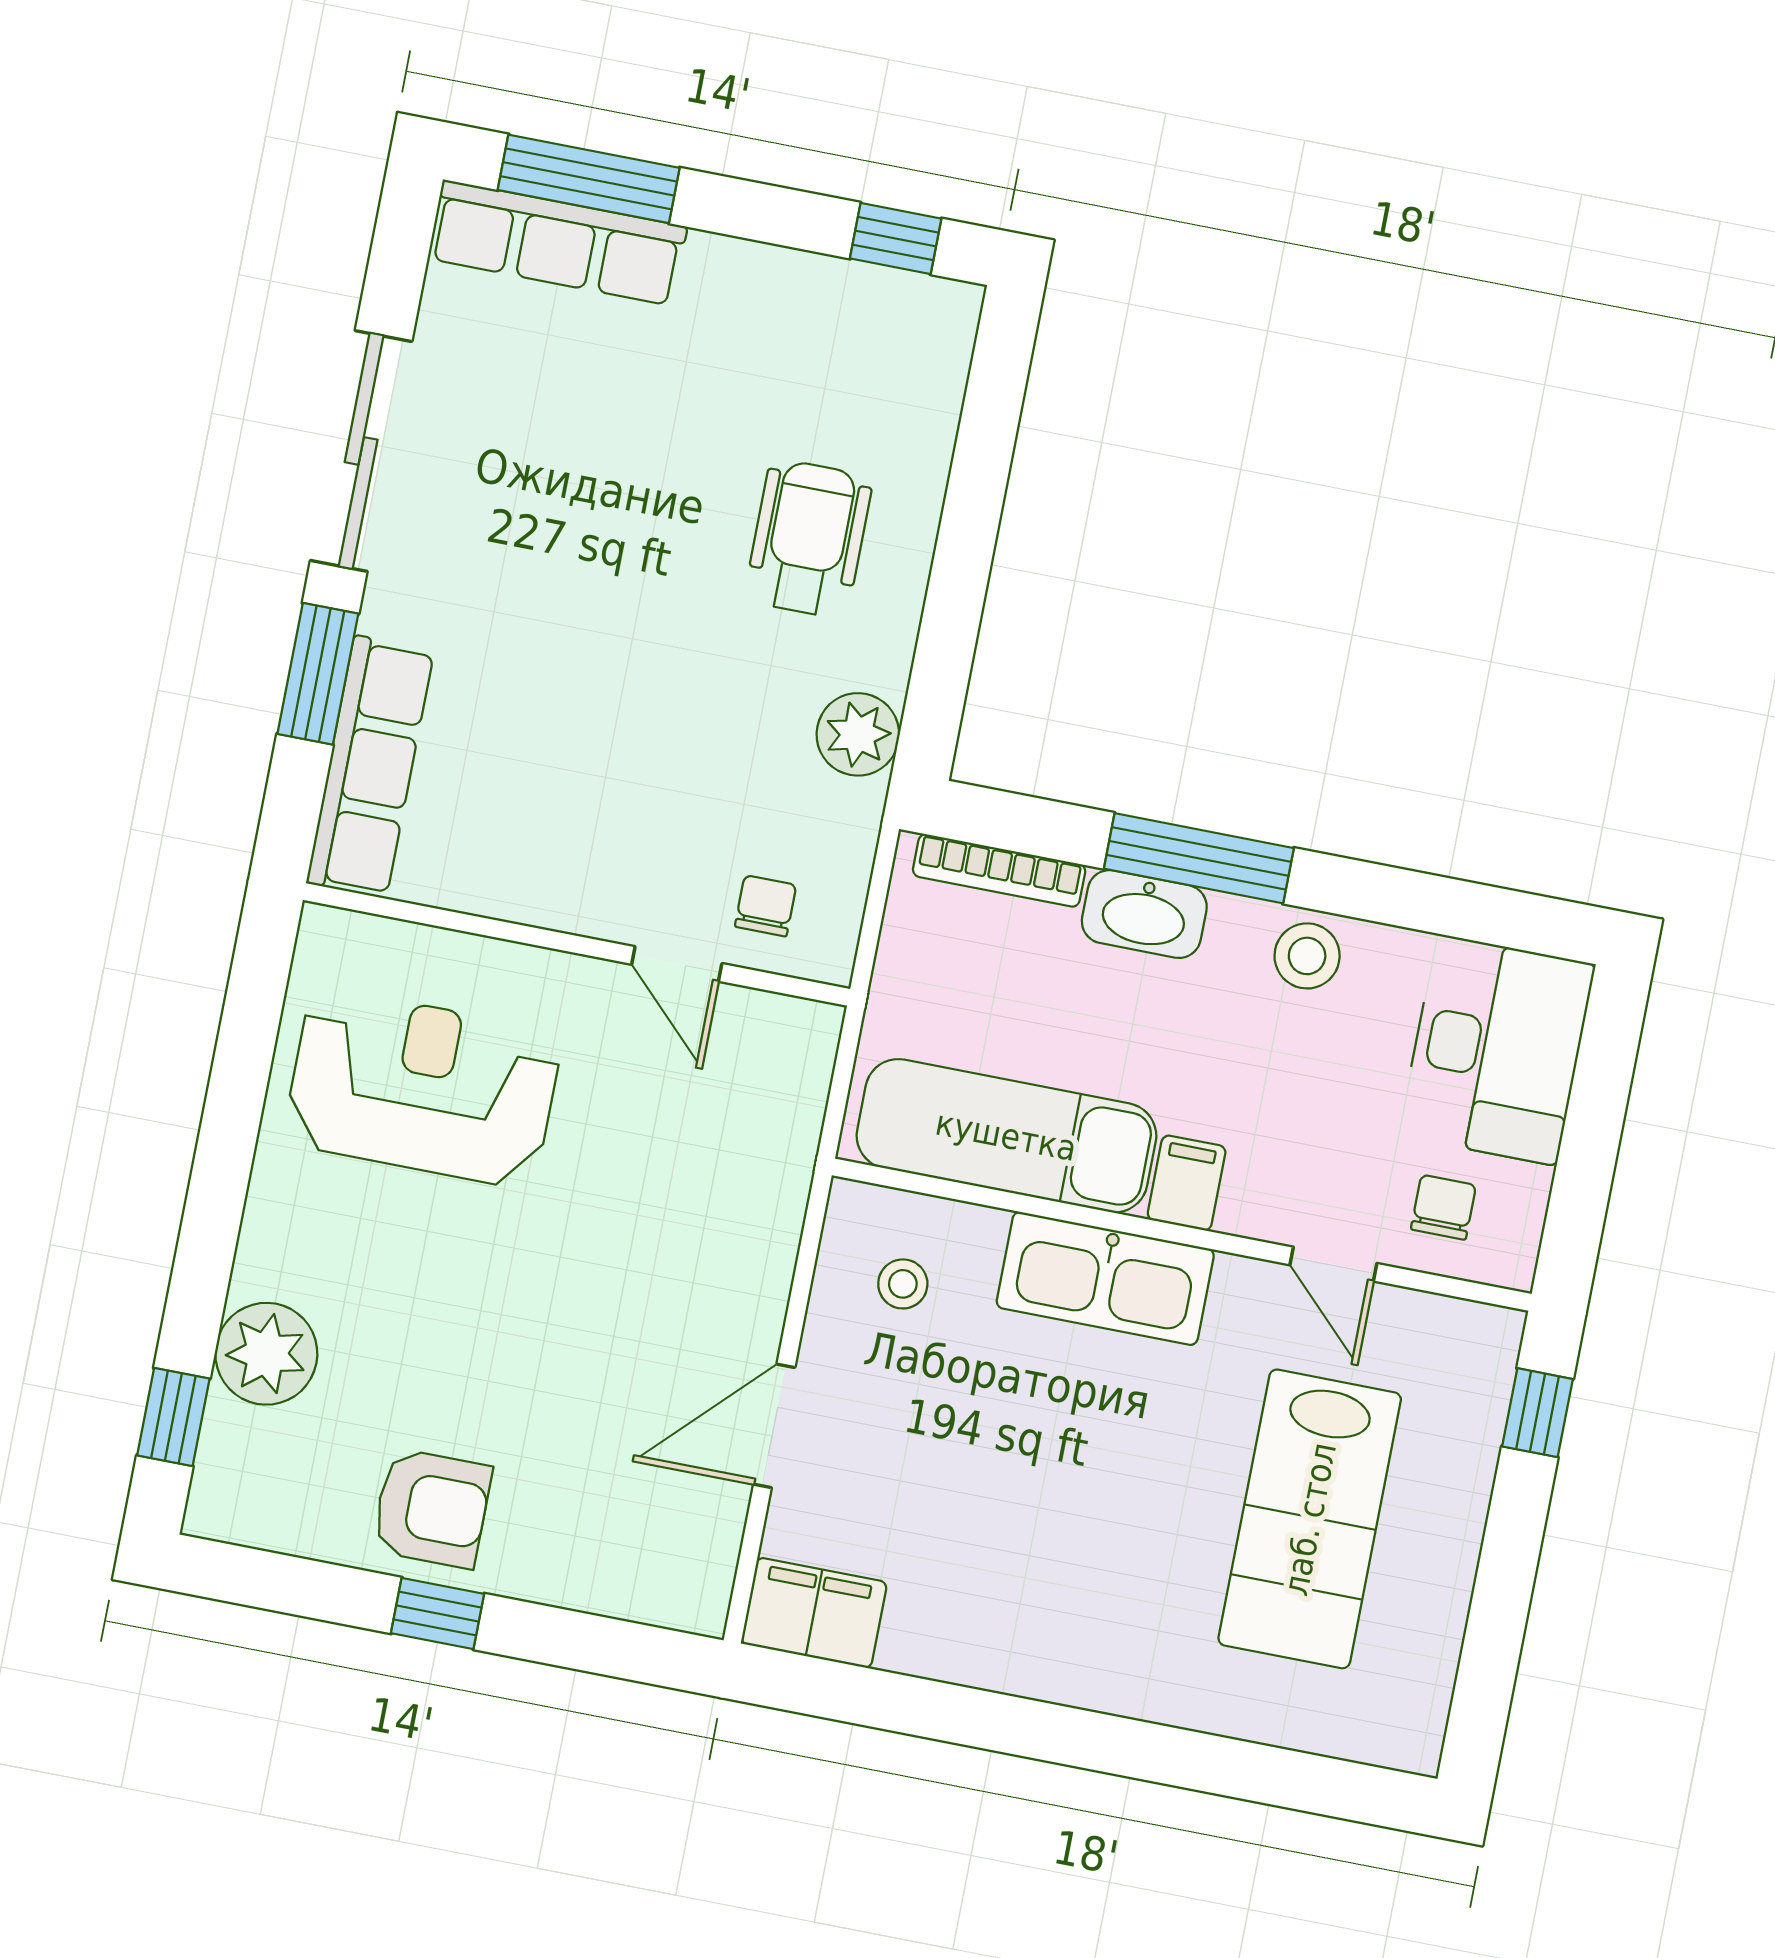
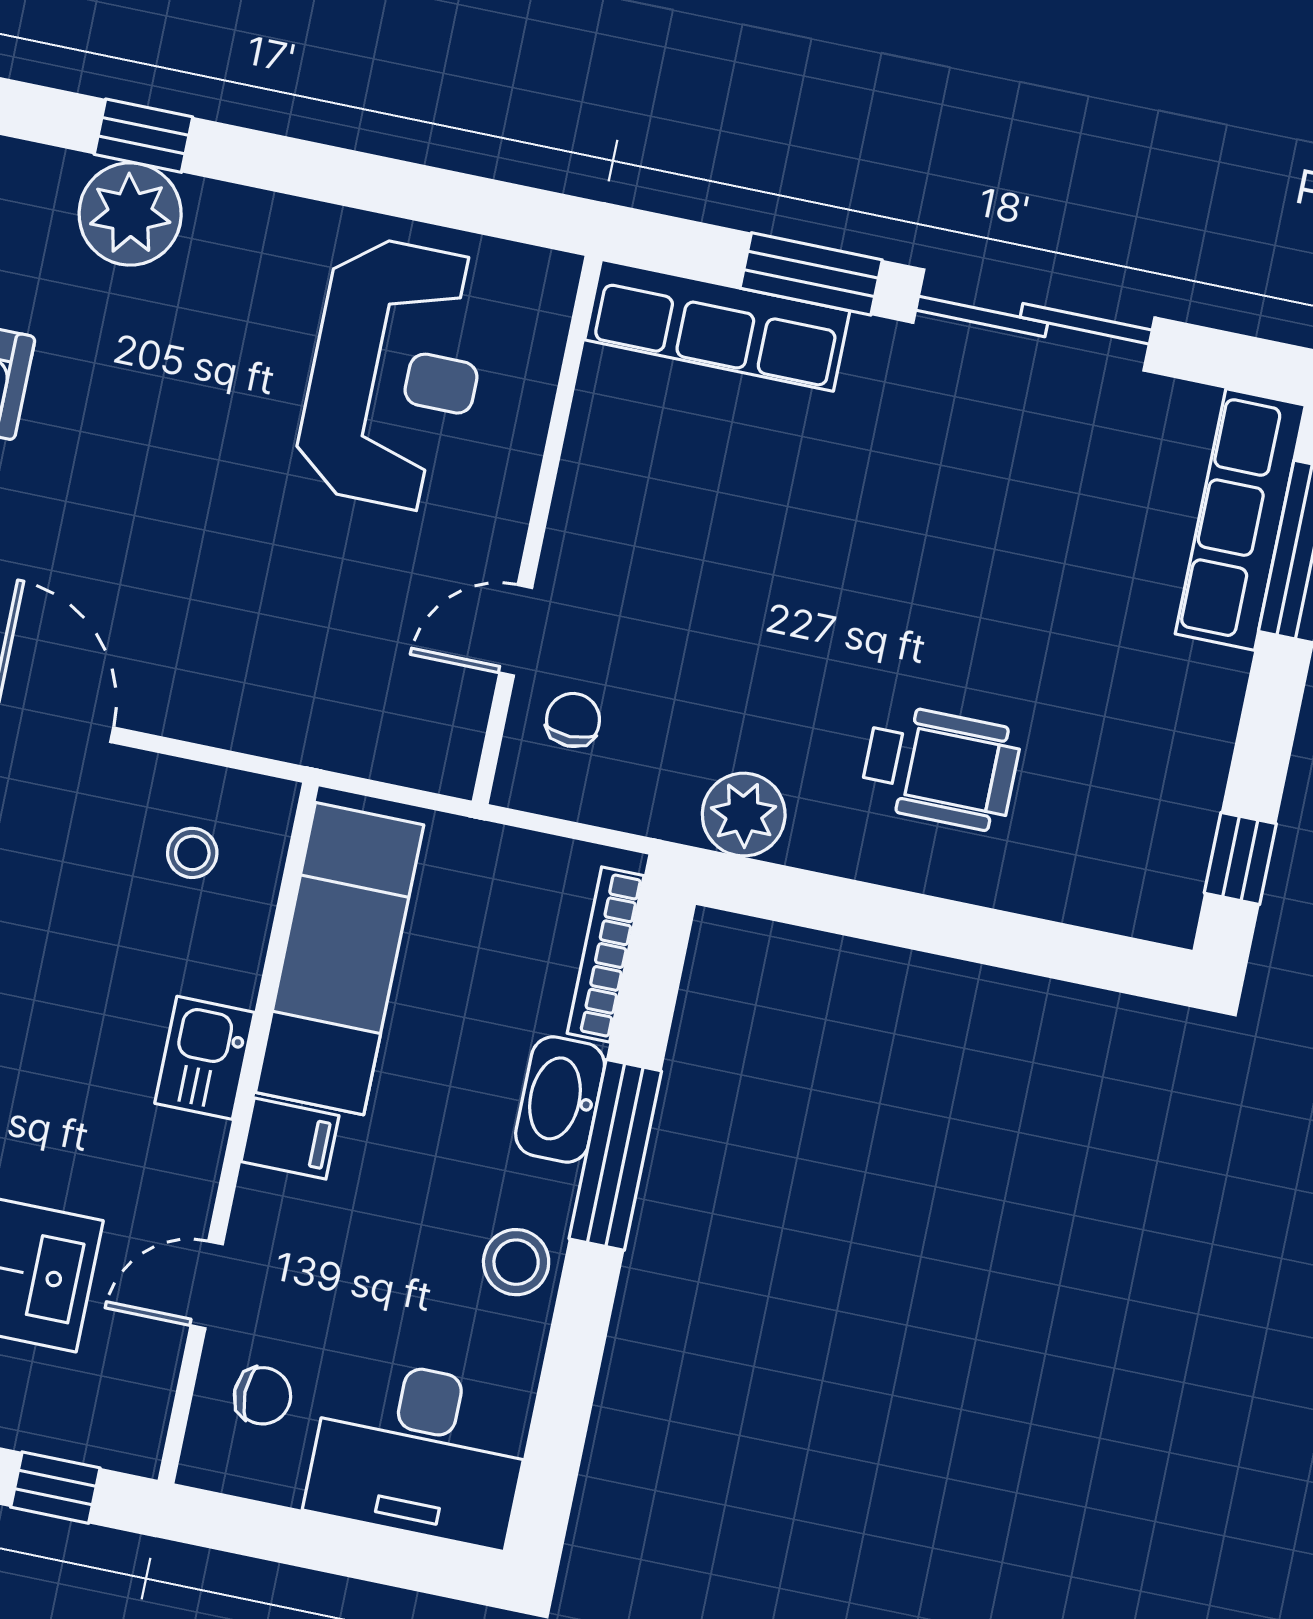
chair: (766, 906) -> (573, 720), turned -90
kitchen sink: (1105, 1278) -> (205, 1058), width x0.53, depth x0.81
window: (173, 1417) -> (143, 136), moved

